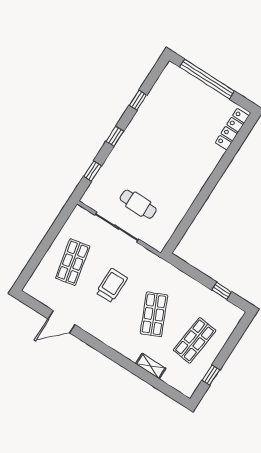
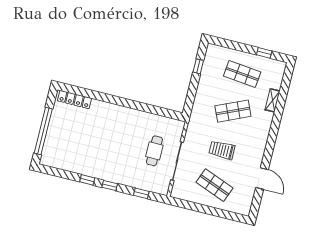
window: (138, 100) -> (87, 180), moved
shop shelf: (73, 262) -> (214, 185), turned 33

